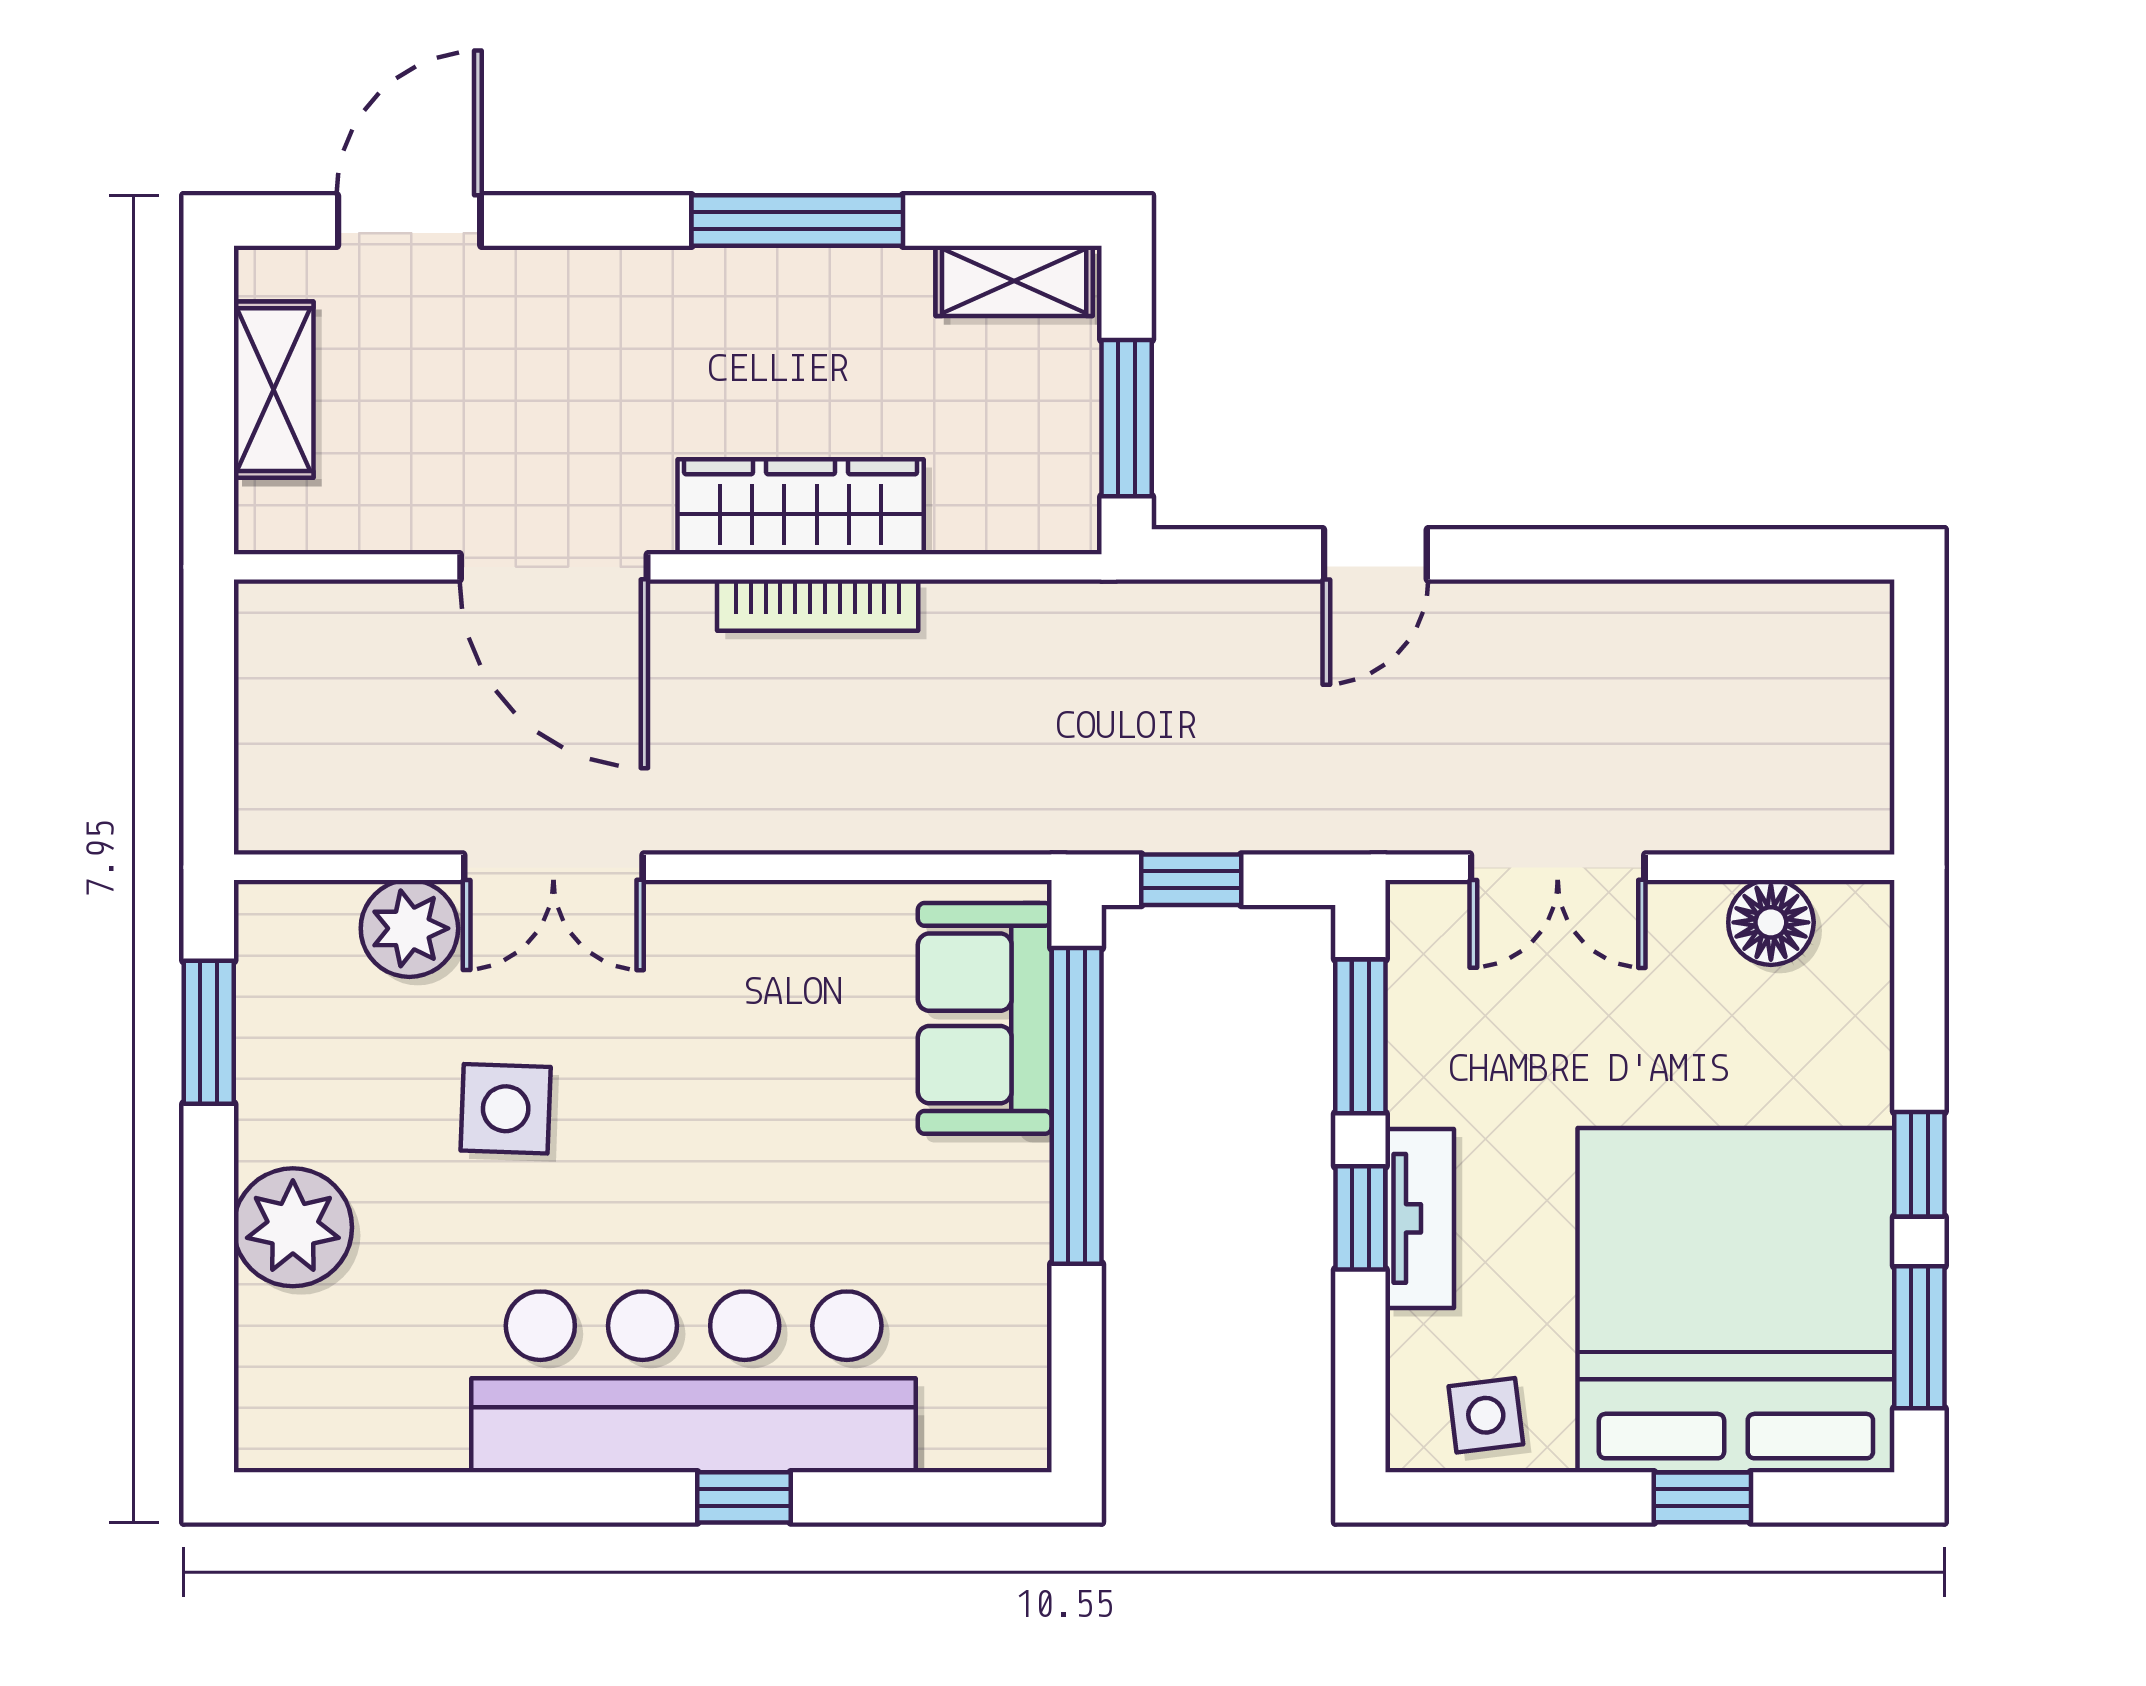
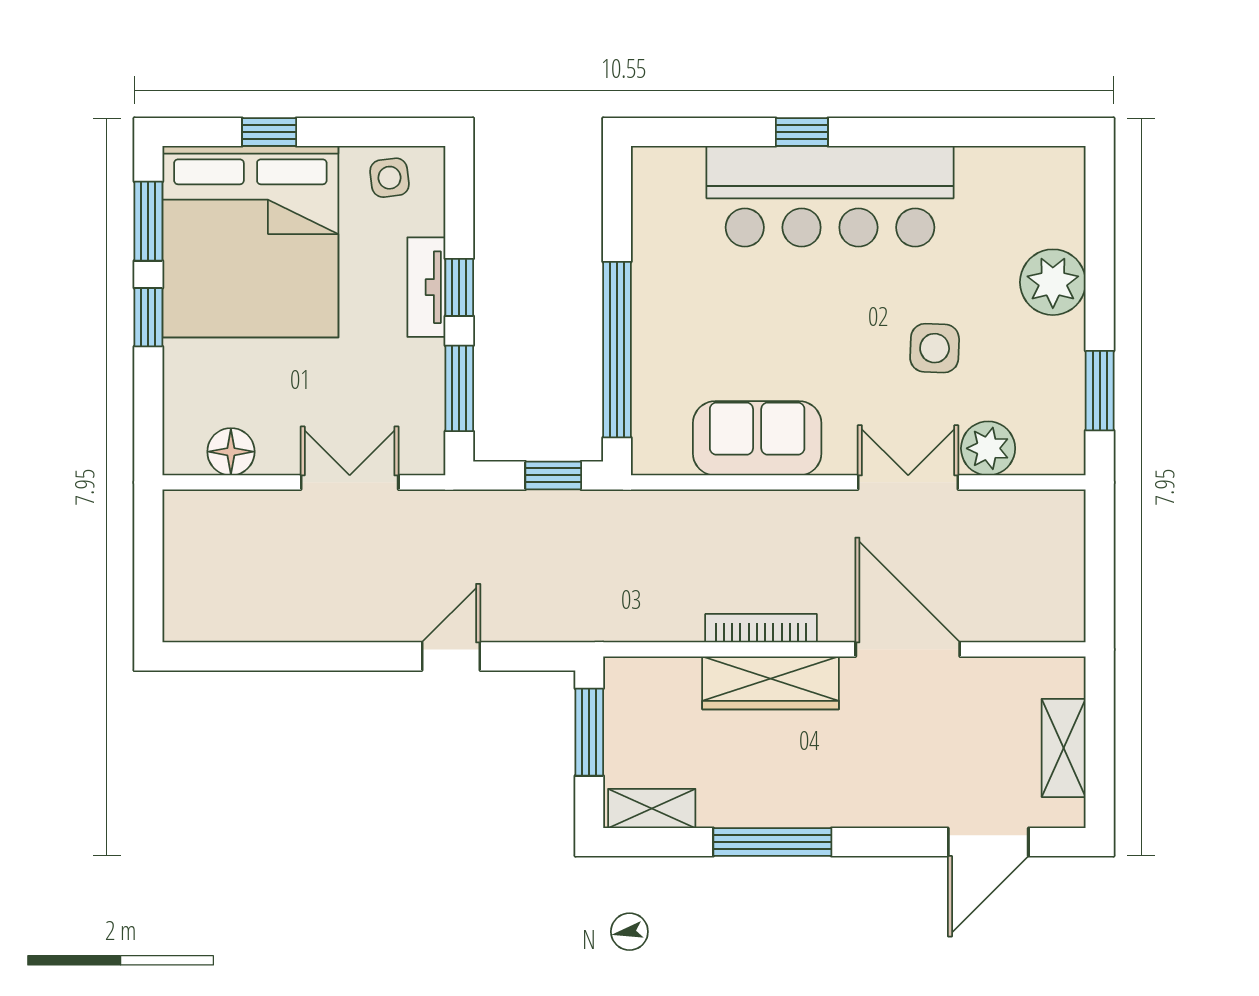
sofa: (985, 1018) -> (757, 438), moved, turned -90

